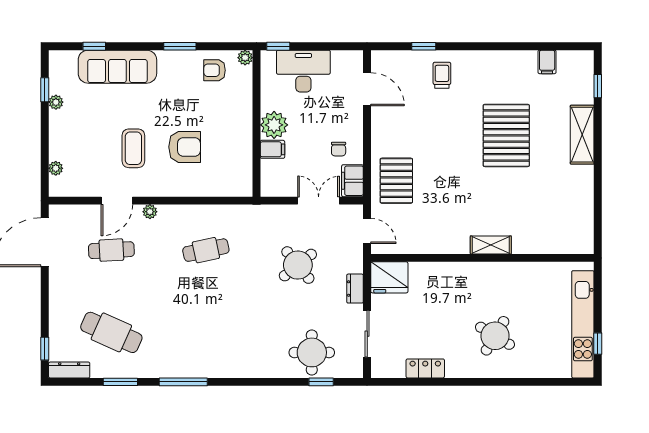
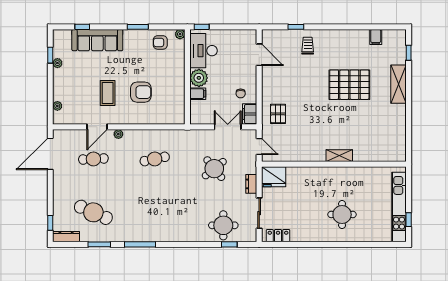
desk: (303, 71) -> (204, 51), moved, turned -90
pallet: (506, 135) -> (349, 85), turned 90
pallet: (396, 181) -> (278, 114), width x0.67, depth x0.71
round table: (495, 336) -> (342, 215), turned -31
locker: (425, 368) -> (278, 236), moved

